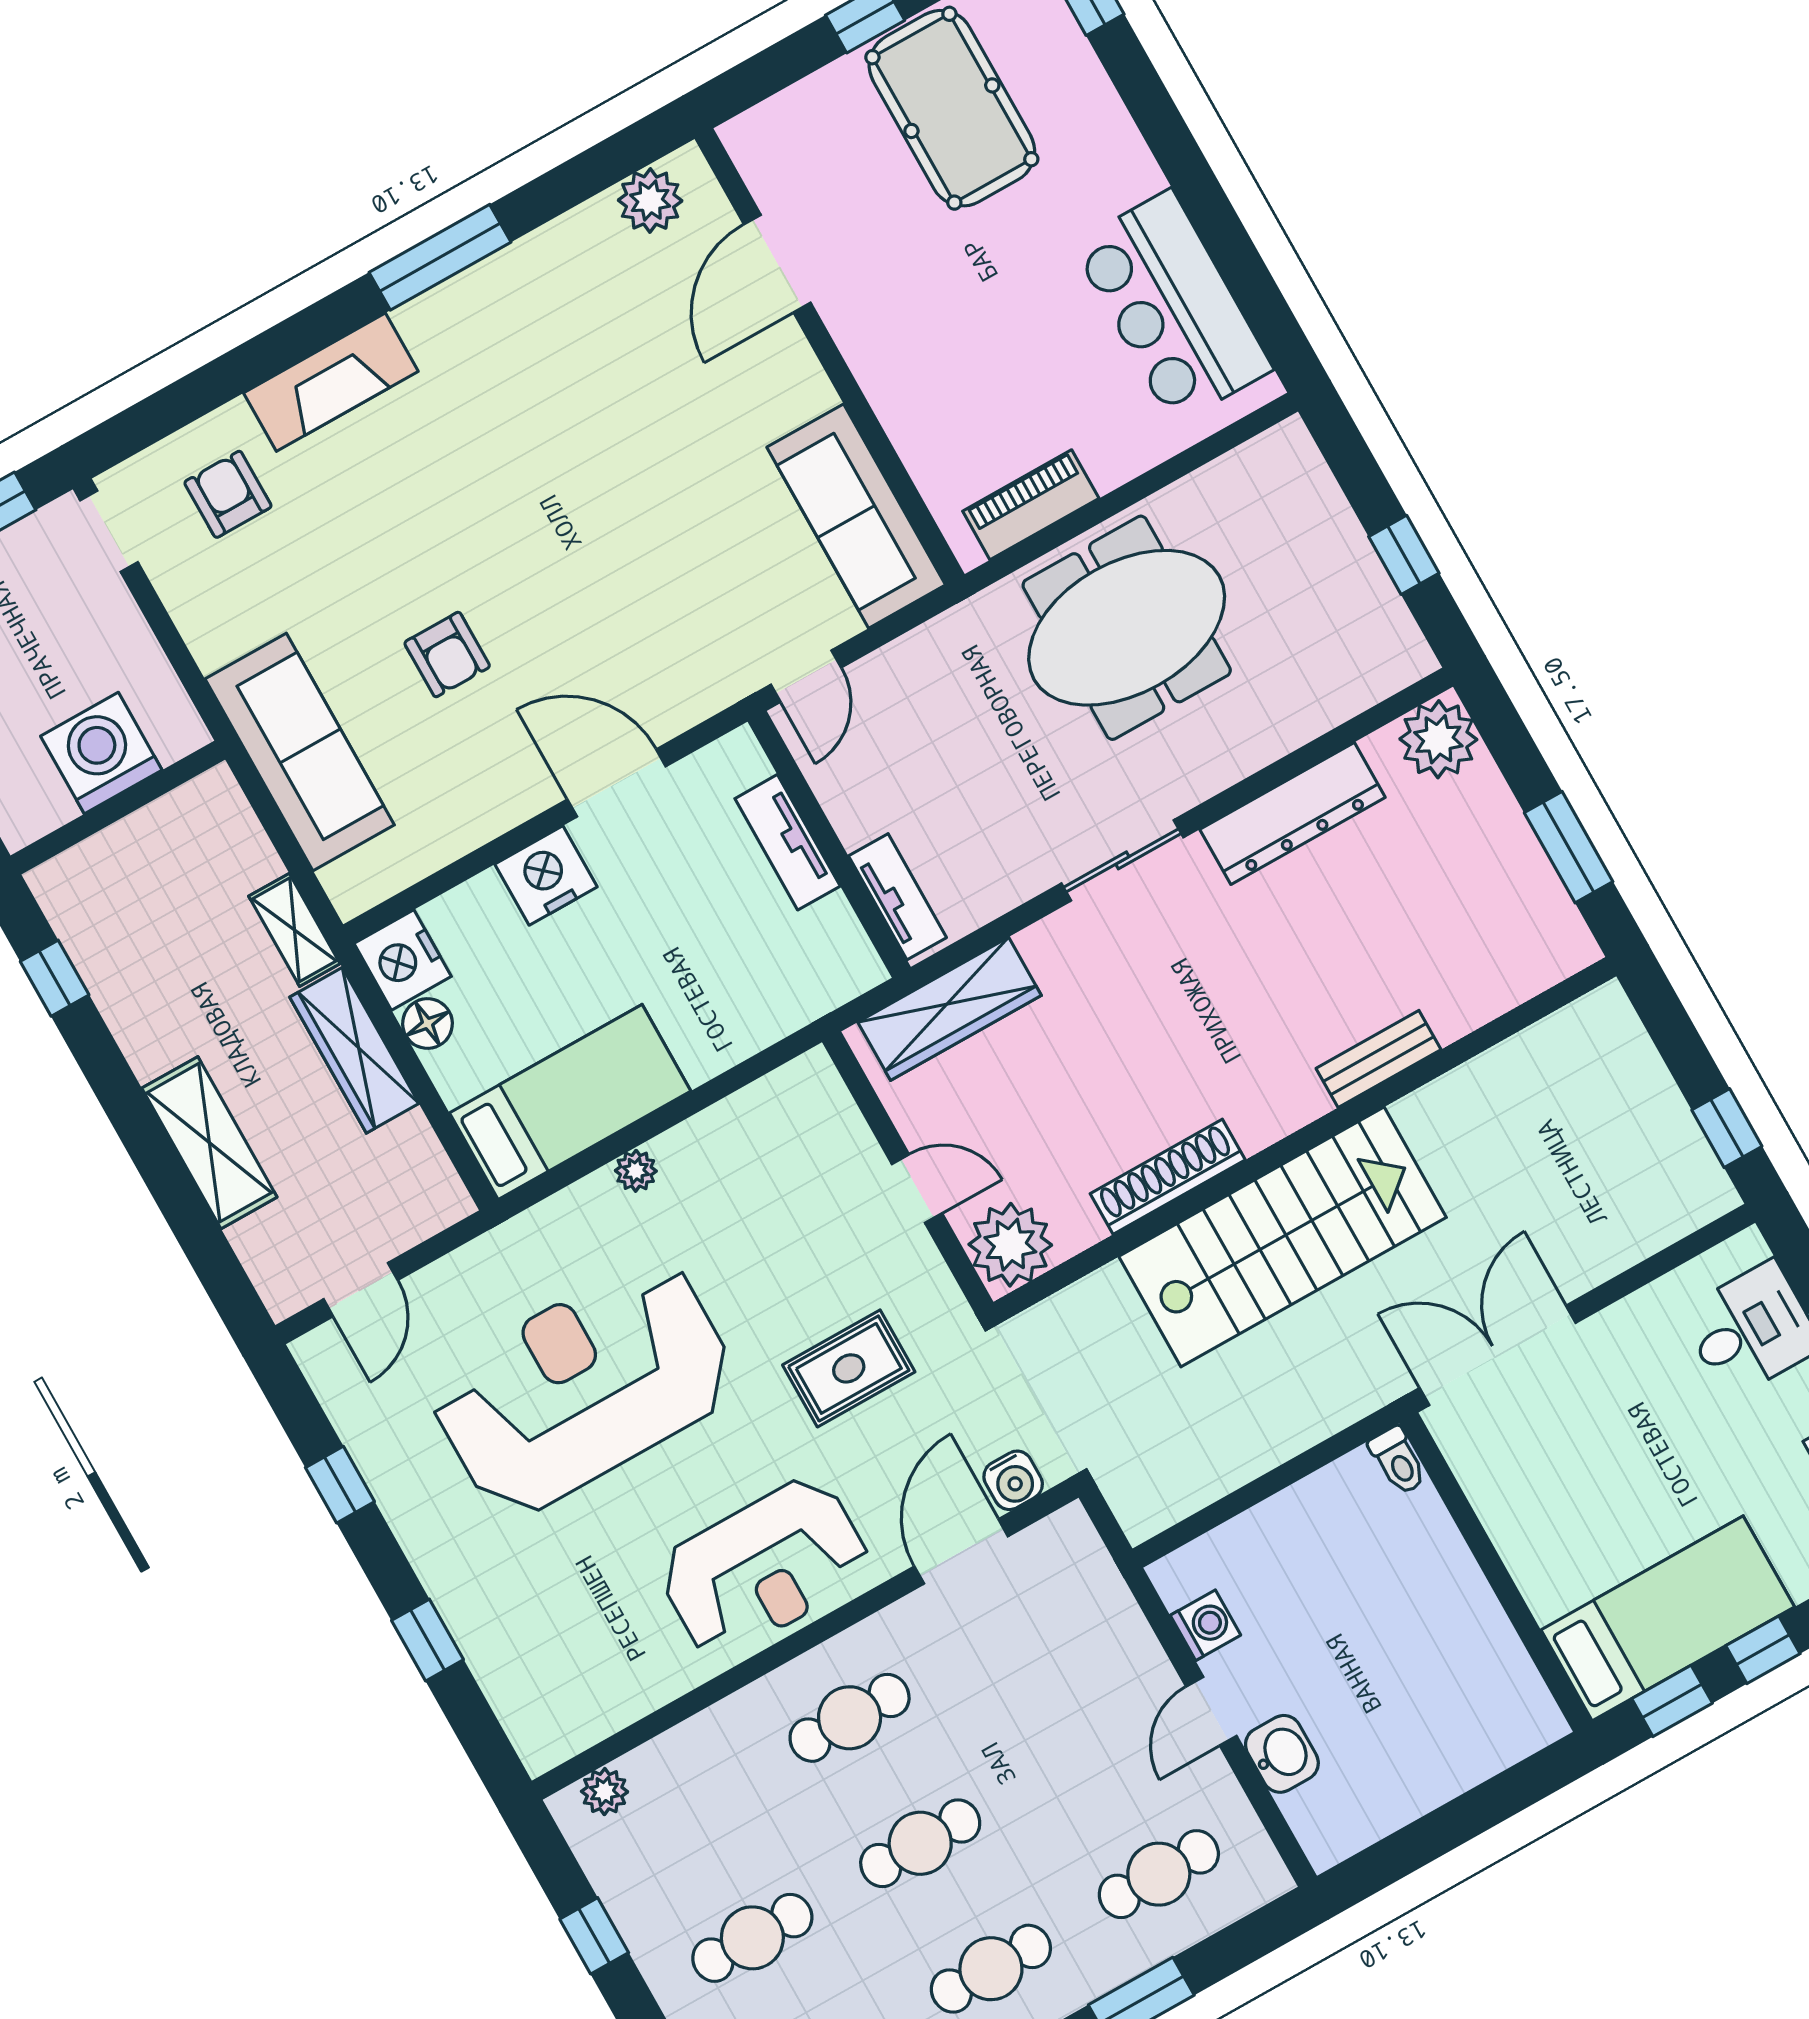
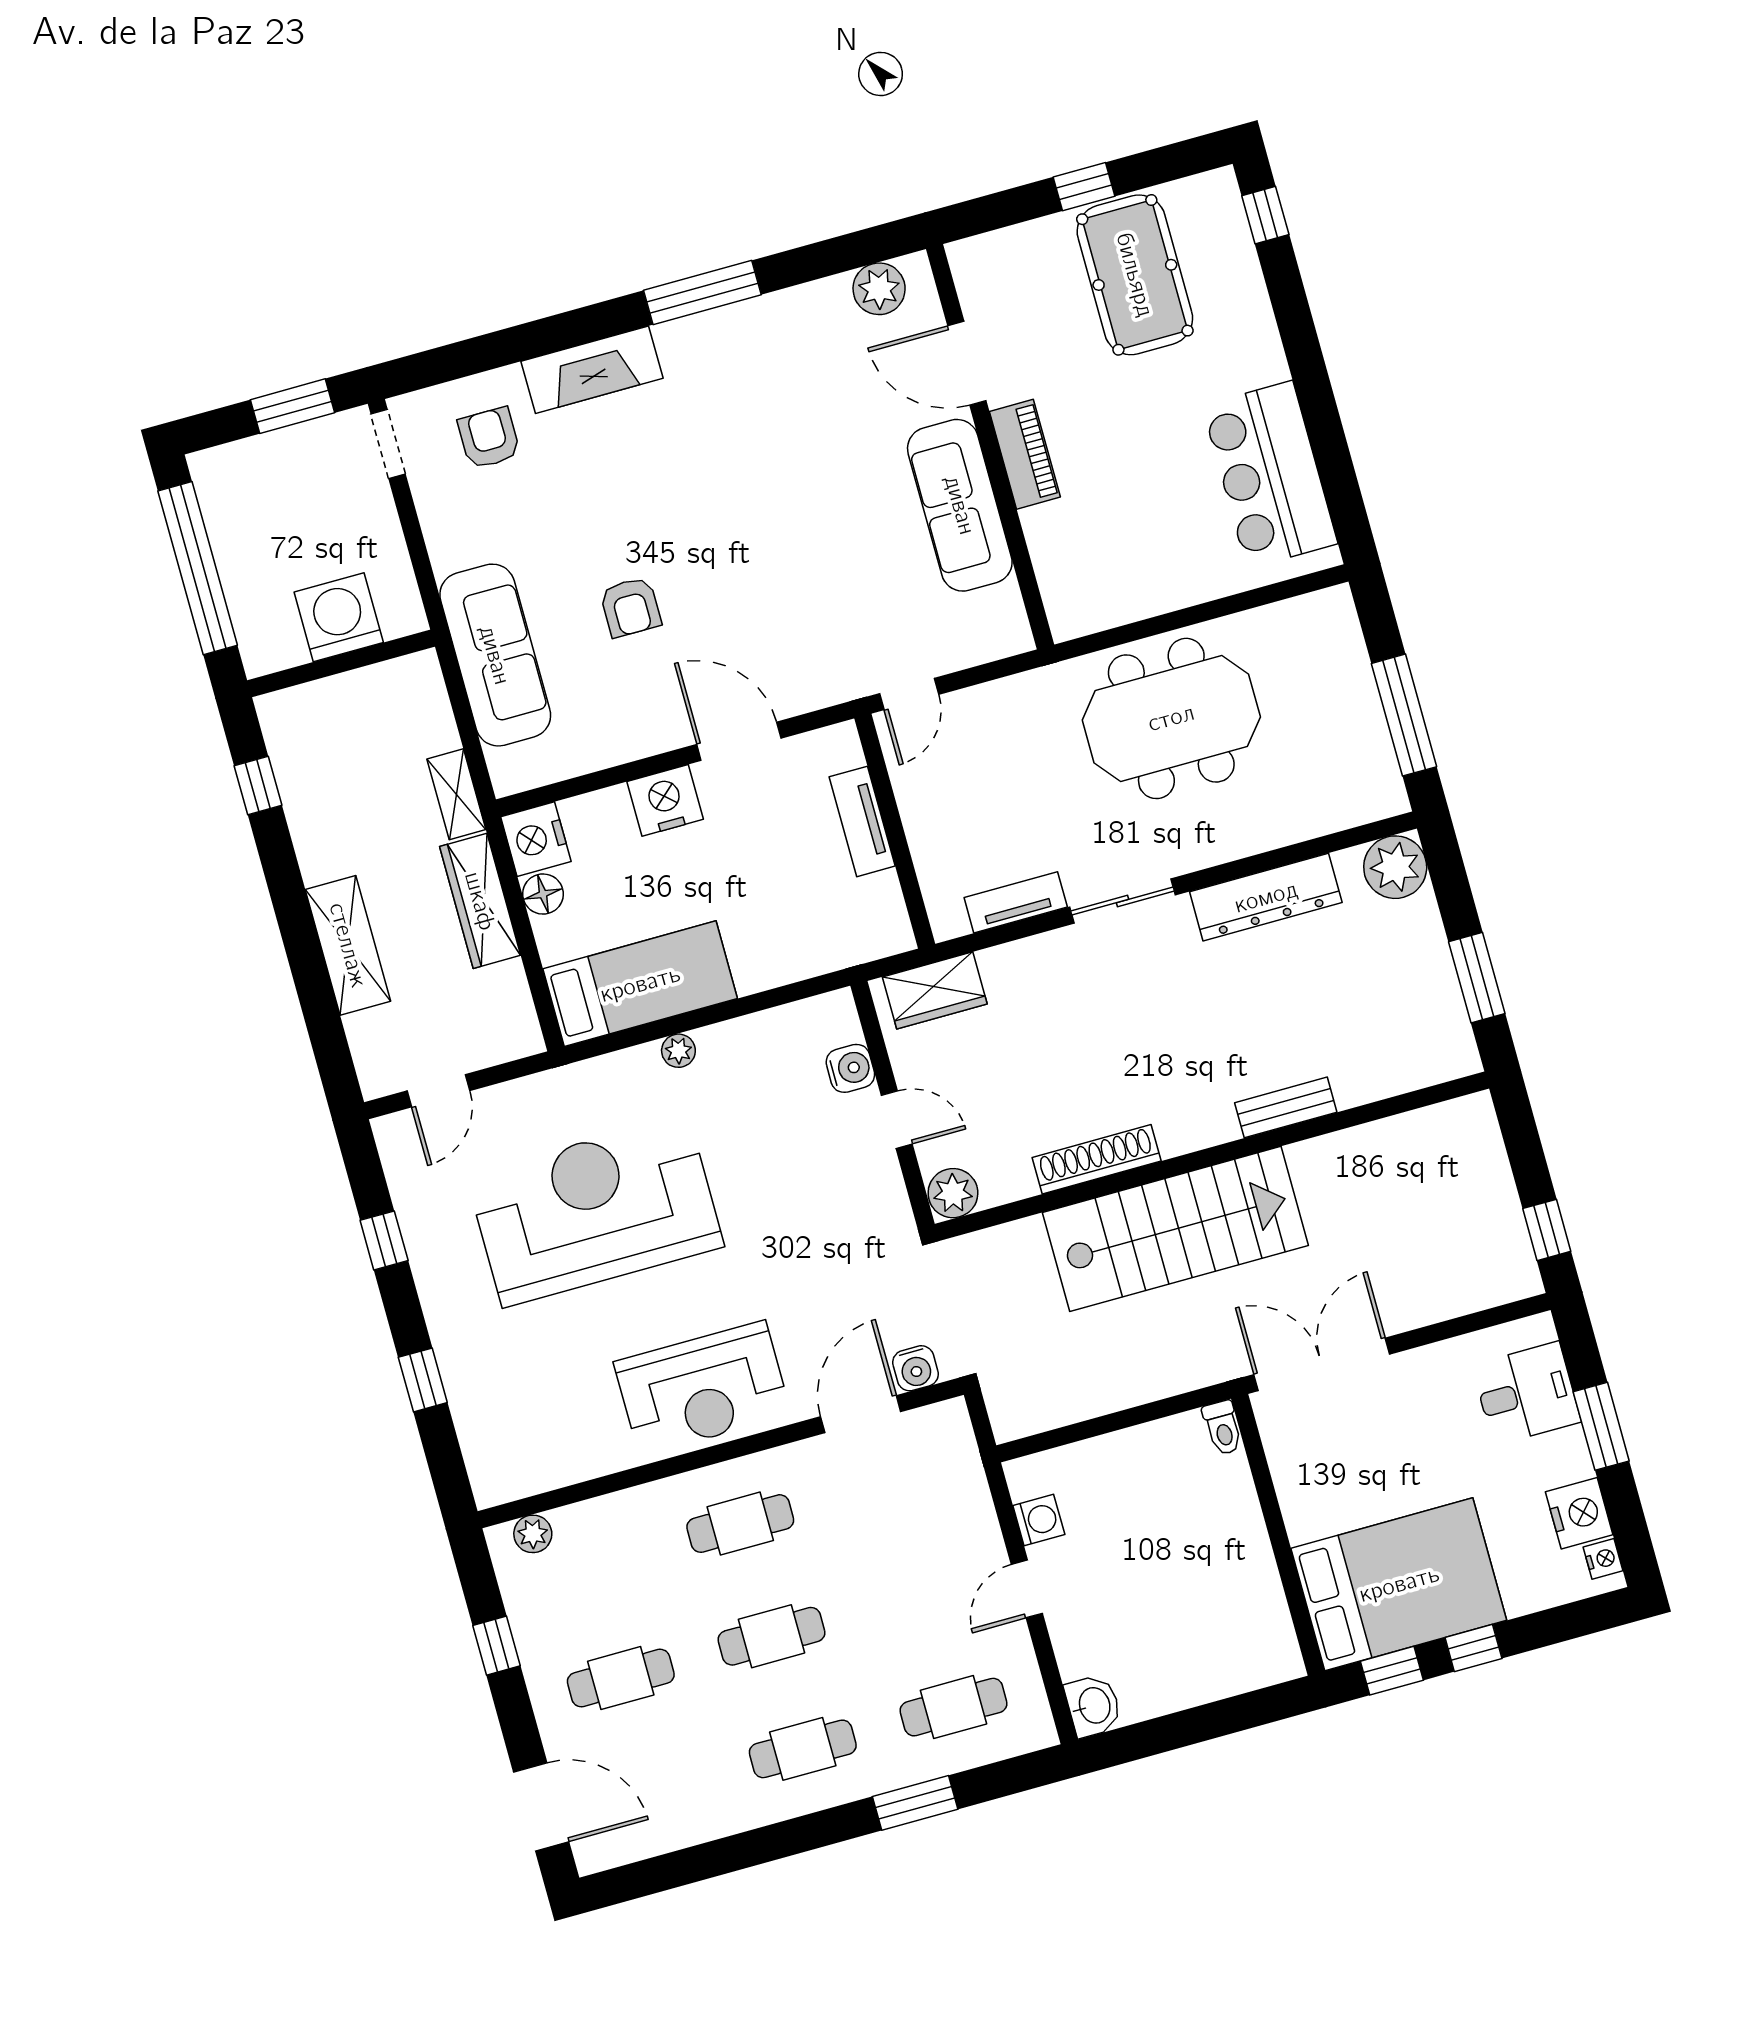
door: (777, 264) -> (967, 363), hinge flipped
piano: (1031, 505) -> (1025, 454), moved, turned 90
sofa: (856, 516) -> (960, 505), moved
window: (1404, 555) -> (1404, 715), width x2.17
tv unit: (897, 897) -> (1016, 902), moved, turned -90
wardrobe: (950, 1009) -> (935, 990), width x0.67
water cooler: (847, 1141) -> (850, 1068), added
plant: (1010, 1245) -> (953, 1193), width x0.73, depth x0.73
rug: (849, 1368) -> (808, 1248), removed
bed: (1668, 1618) -> (1399, 1584), width x1.50
washbasin: (1282, 1754) -> (1093, 1706), moved

